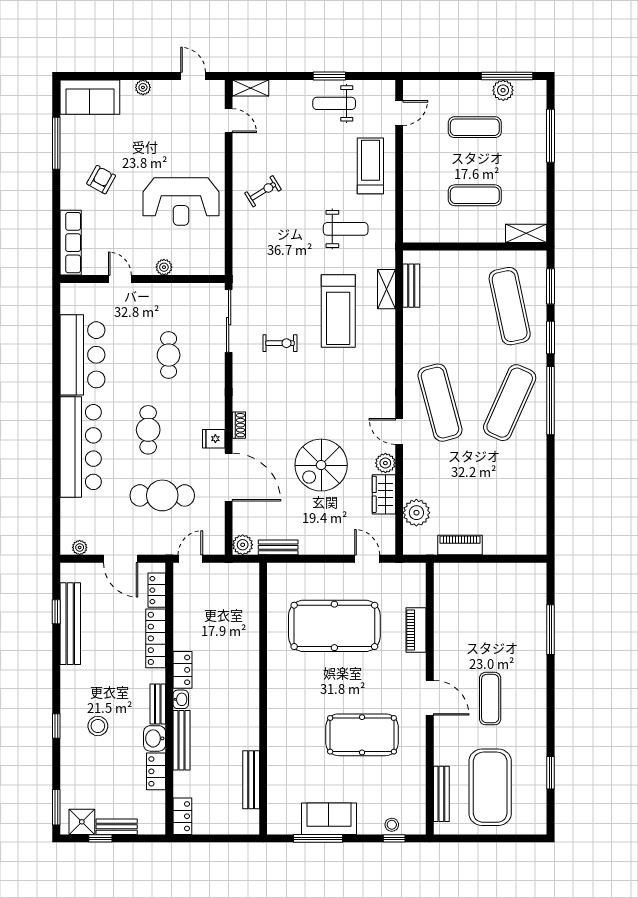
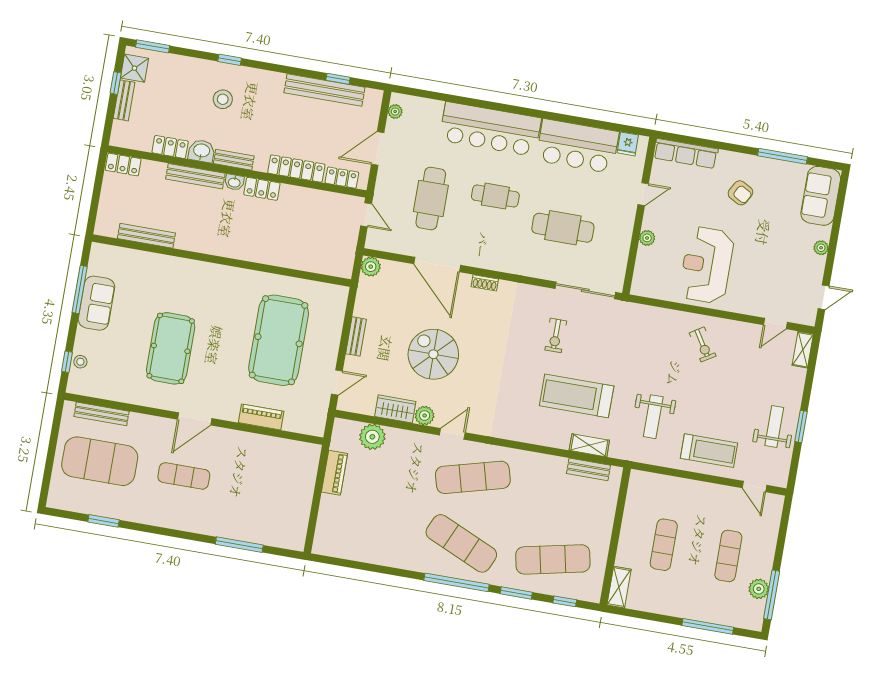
window: (550, 286) -> (565, 601), width x0.67
cafe table: (169, 355) -> (563, 228), width x1.37, depth x1.35
fridge: (214, 439) -> (628, 144), moved, turned 180
door: (229, 477) -> (437, 265), hinge flipped
bench: (278, 547) -> (356, 336), moved

